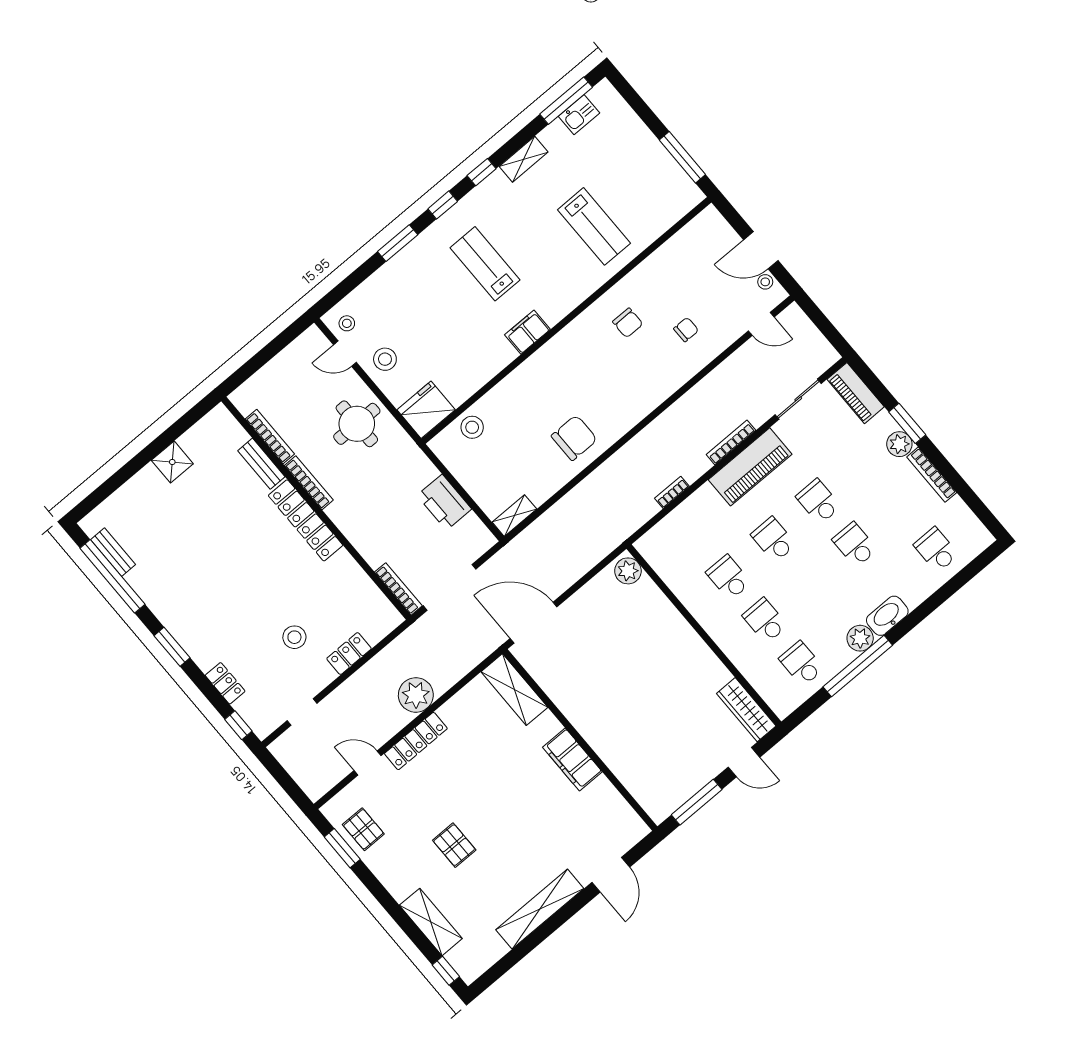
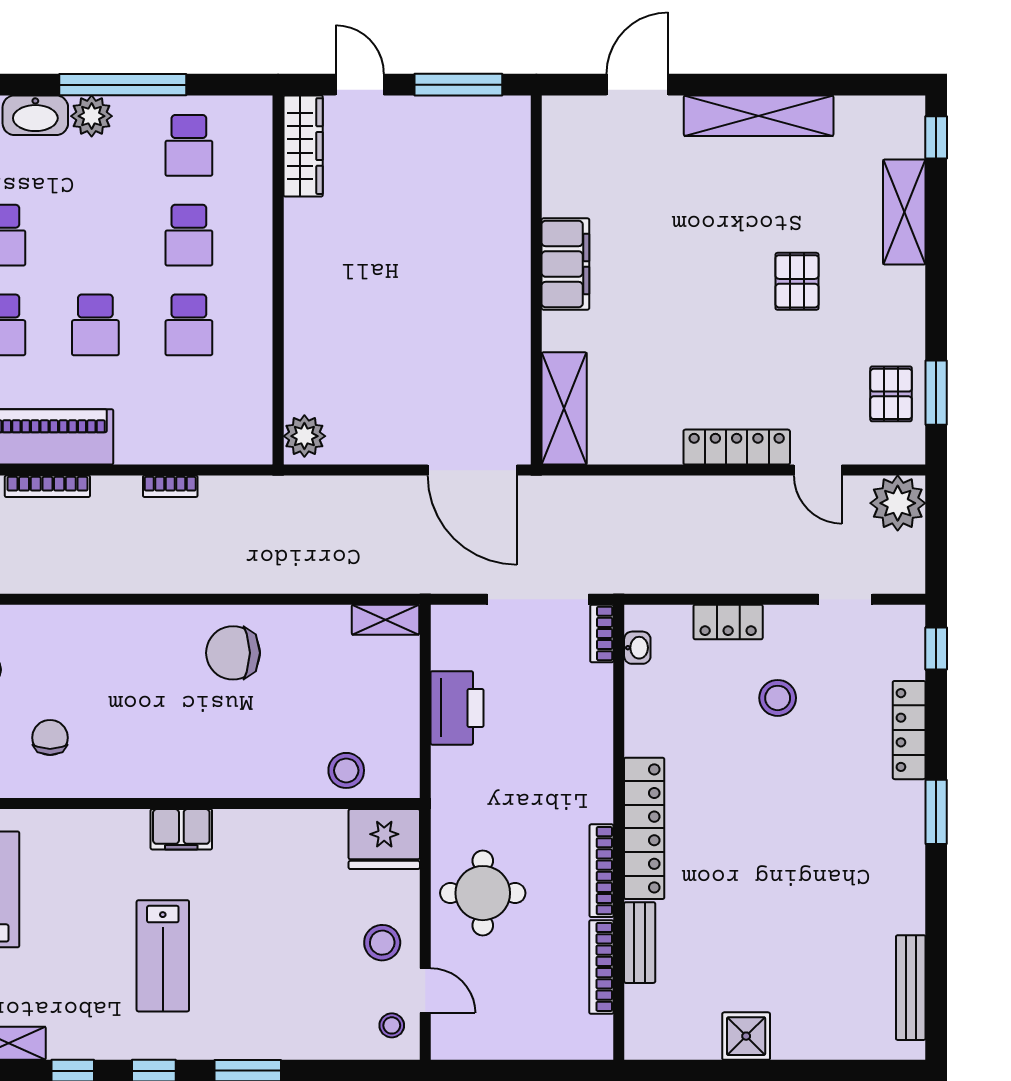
bench: (113, 552) -> (911, 988), width x1.36
window: (112, 576) -> (936, 959), removed
bookcase: (398, 589) -> (602, 633), width x0.64
washbasin: (382, 604) -> (637, 648), added
locker: (225, 683) -> (909, 730), width x1.53
plant: (416, 695) -> (898, 503), moved

